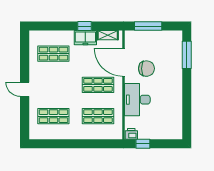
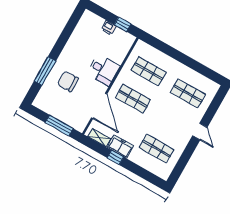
window: (187, 55) -> (45, 71), moved
chair: (146, 69) -> (68, 81), moved
desk: (137, 100) -> (103, 70), width x0.73
printer: (131, 134) -> (109, 28), moved

